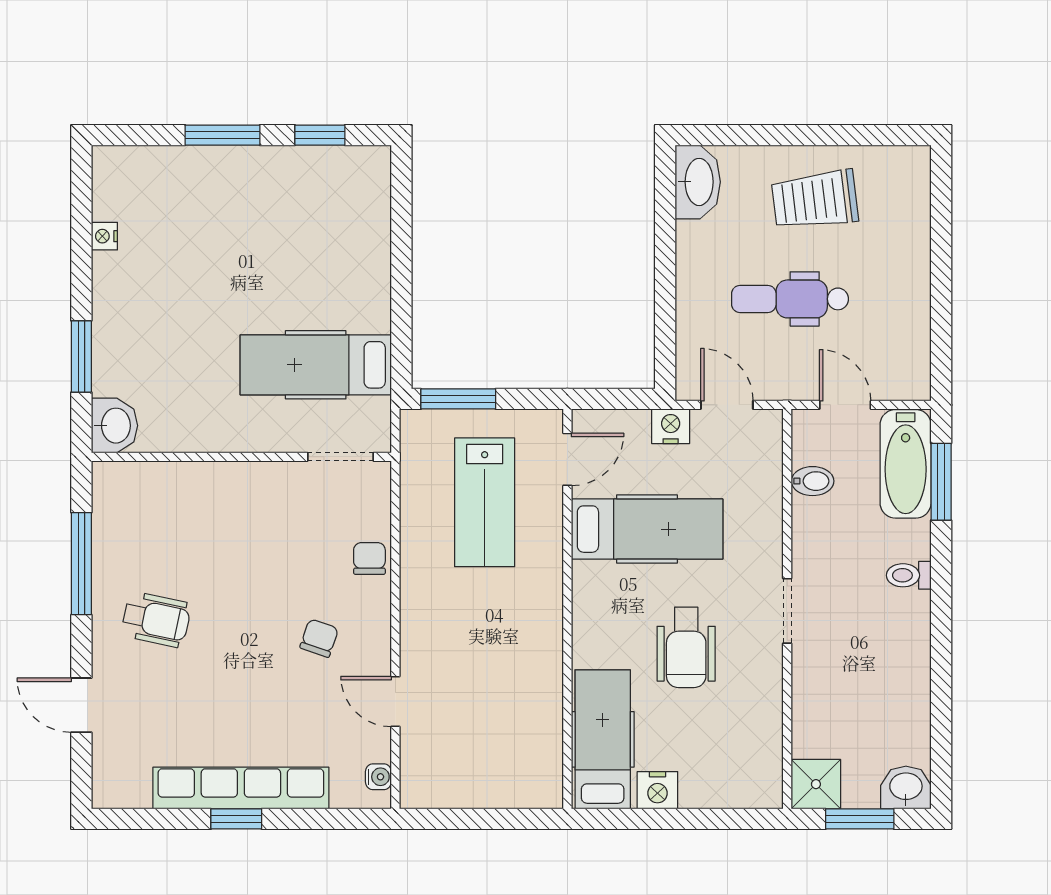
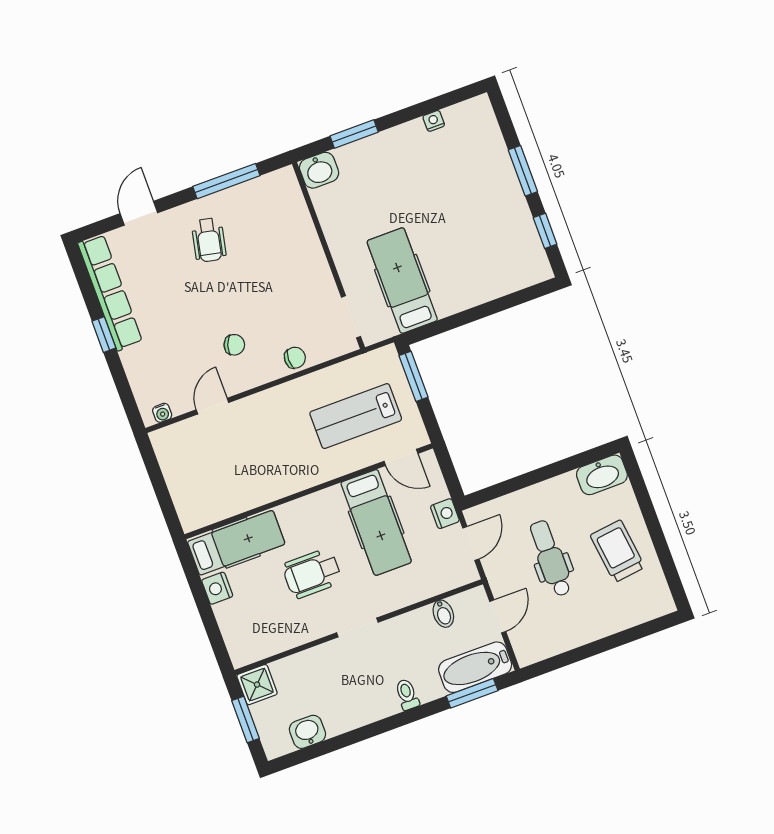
washbasin: (906, 787) -> (307, 732), moved, turned -90
row of seats: (241, 788) -> (110, 292), moved

